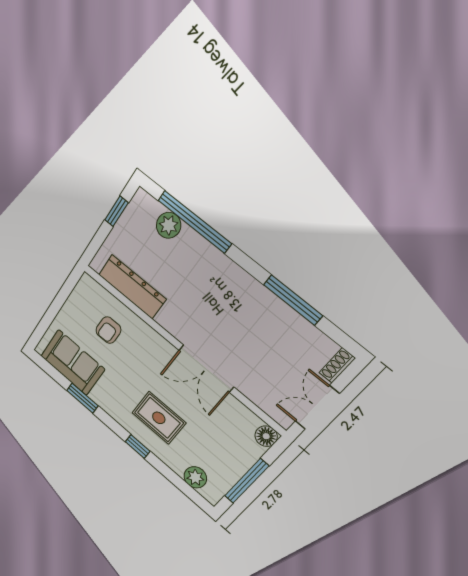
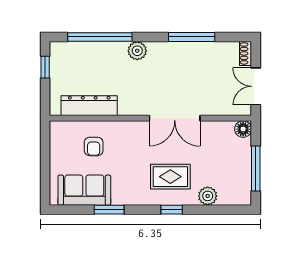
plant: (169, 225) -> (137, 51), moved
plant: (195, 477) -> (208, 196), moved

